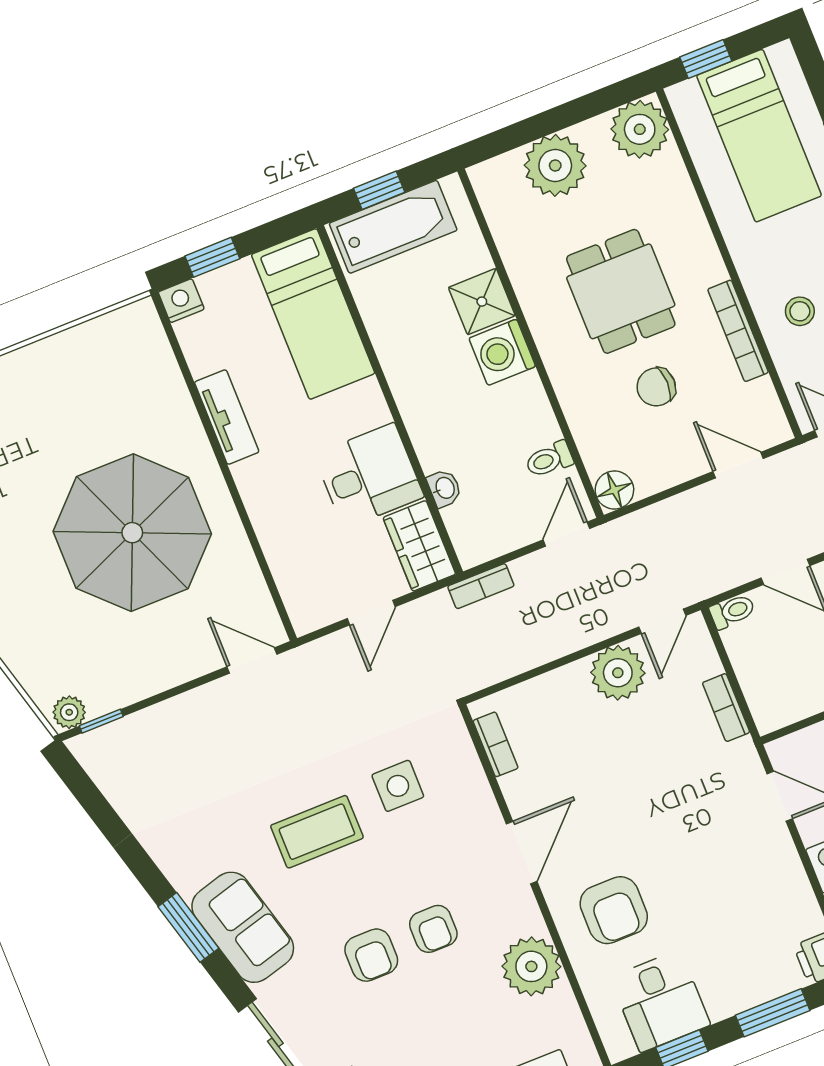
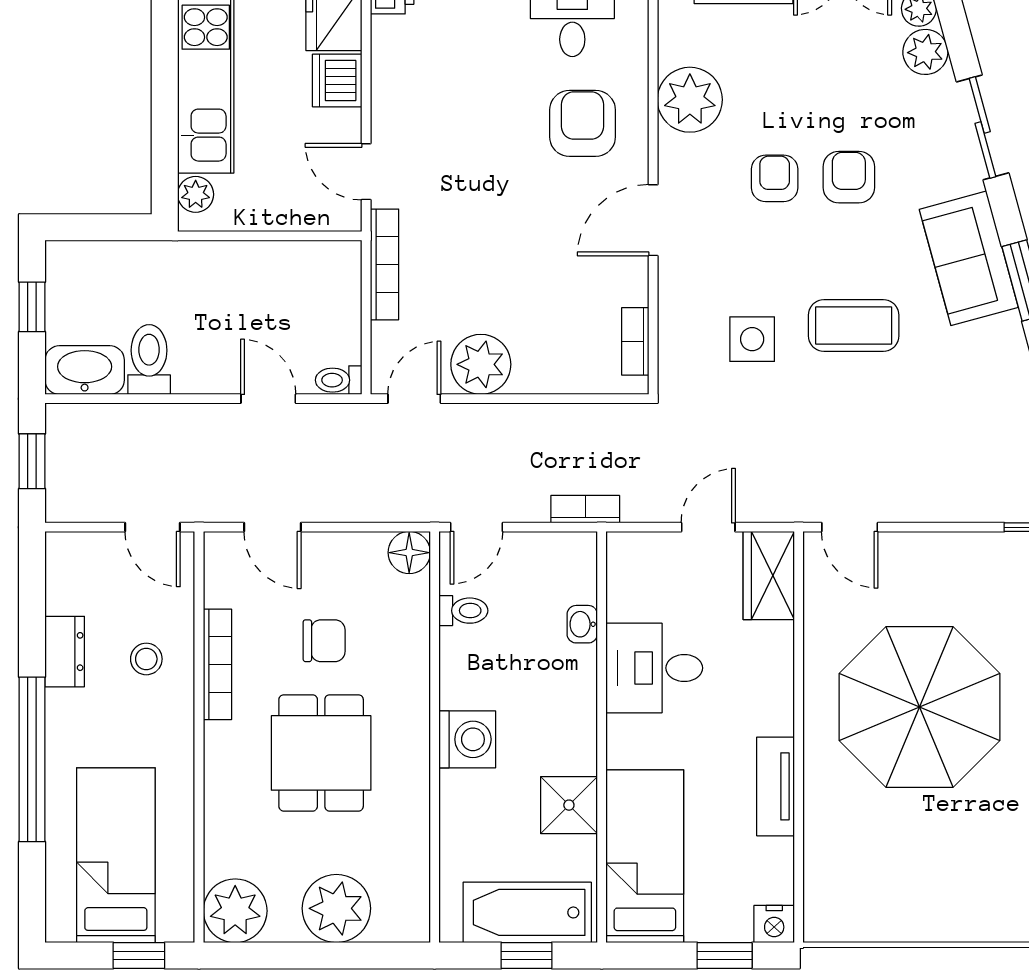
shower: (482, 302) -> (569, 805), moved
wardrobe: (419, 546) -> (769, 576), moved, turned 180
bookcase: (726, 708) -> (385, 264), width x1.56

